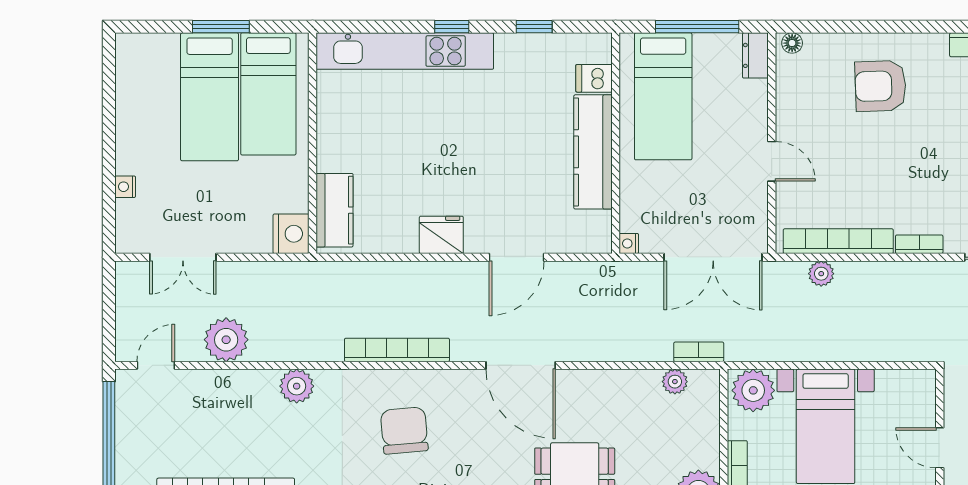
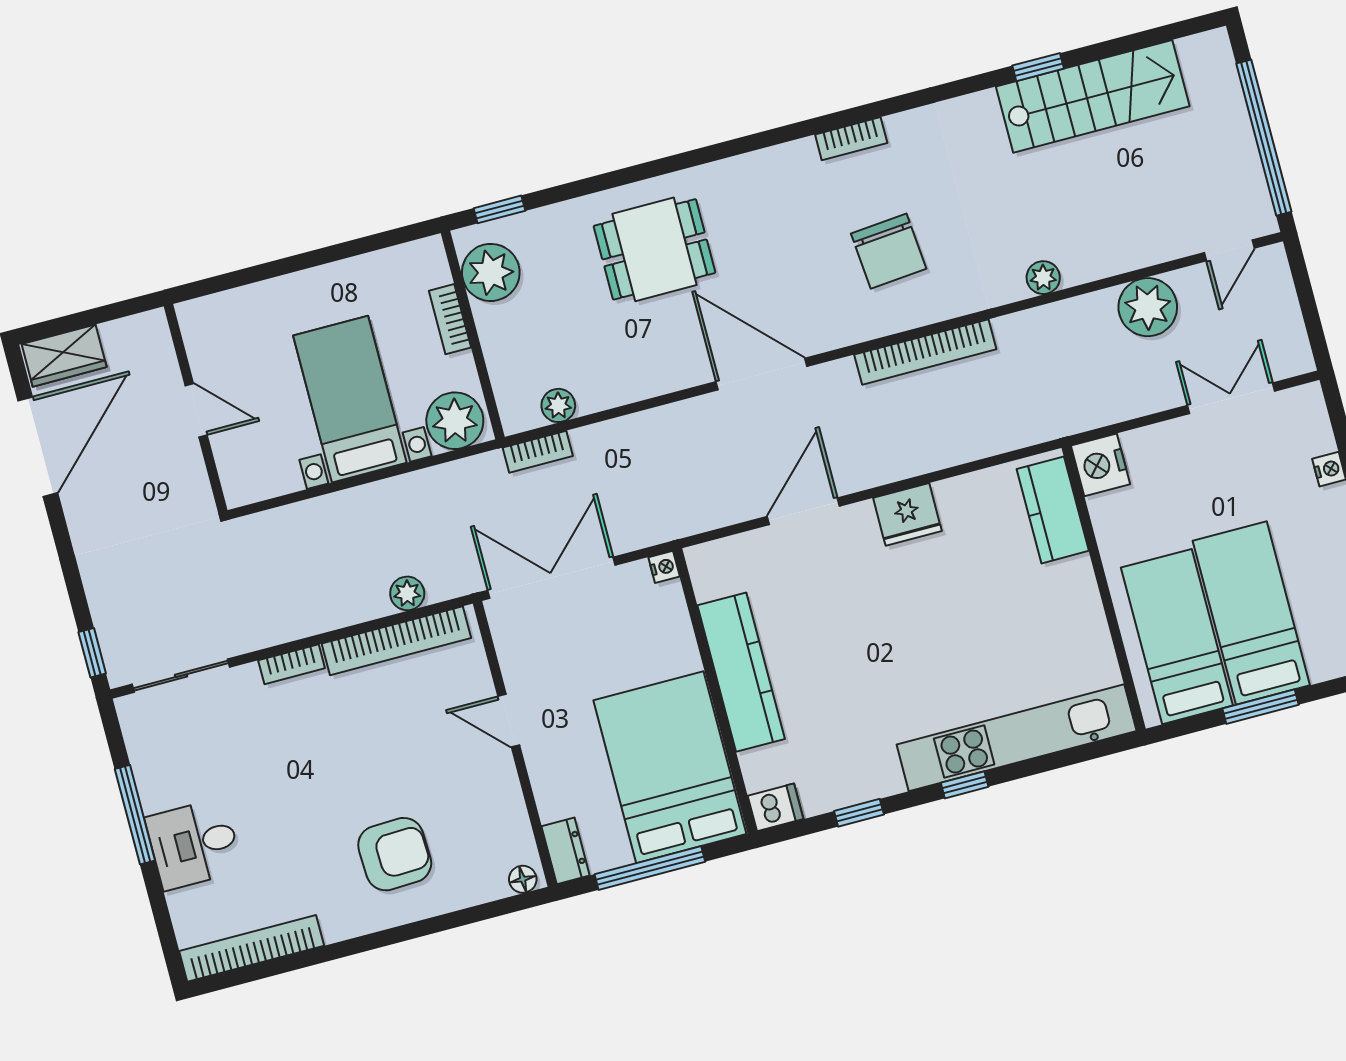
dishwasher: (594, 78) -> (775, 807), moved
bed: (663, 96) -> (670, 767), width x1.50
plant: (297, 386) -> (1043, 278), width x0.73, depth x0.73

